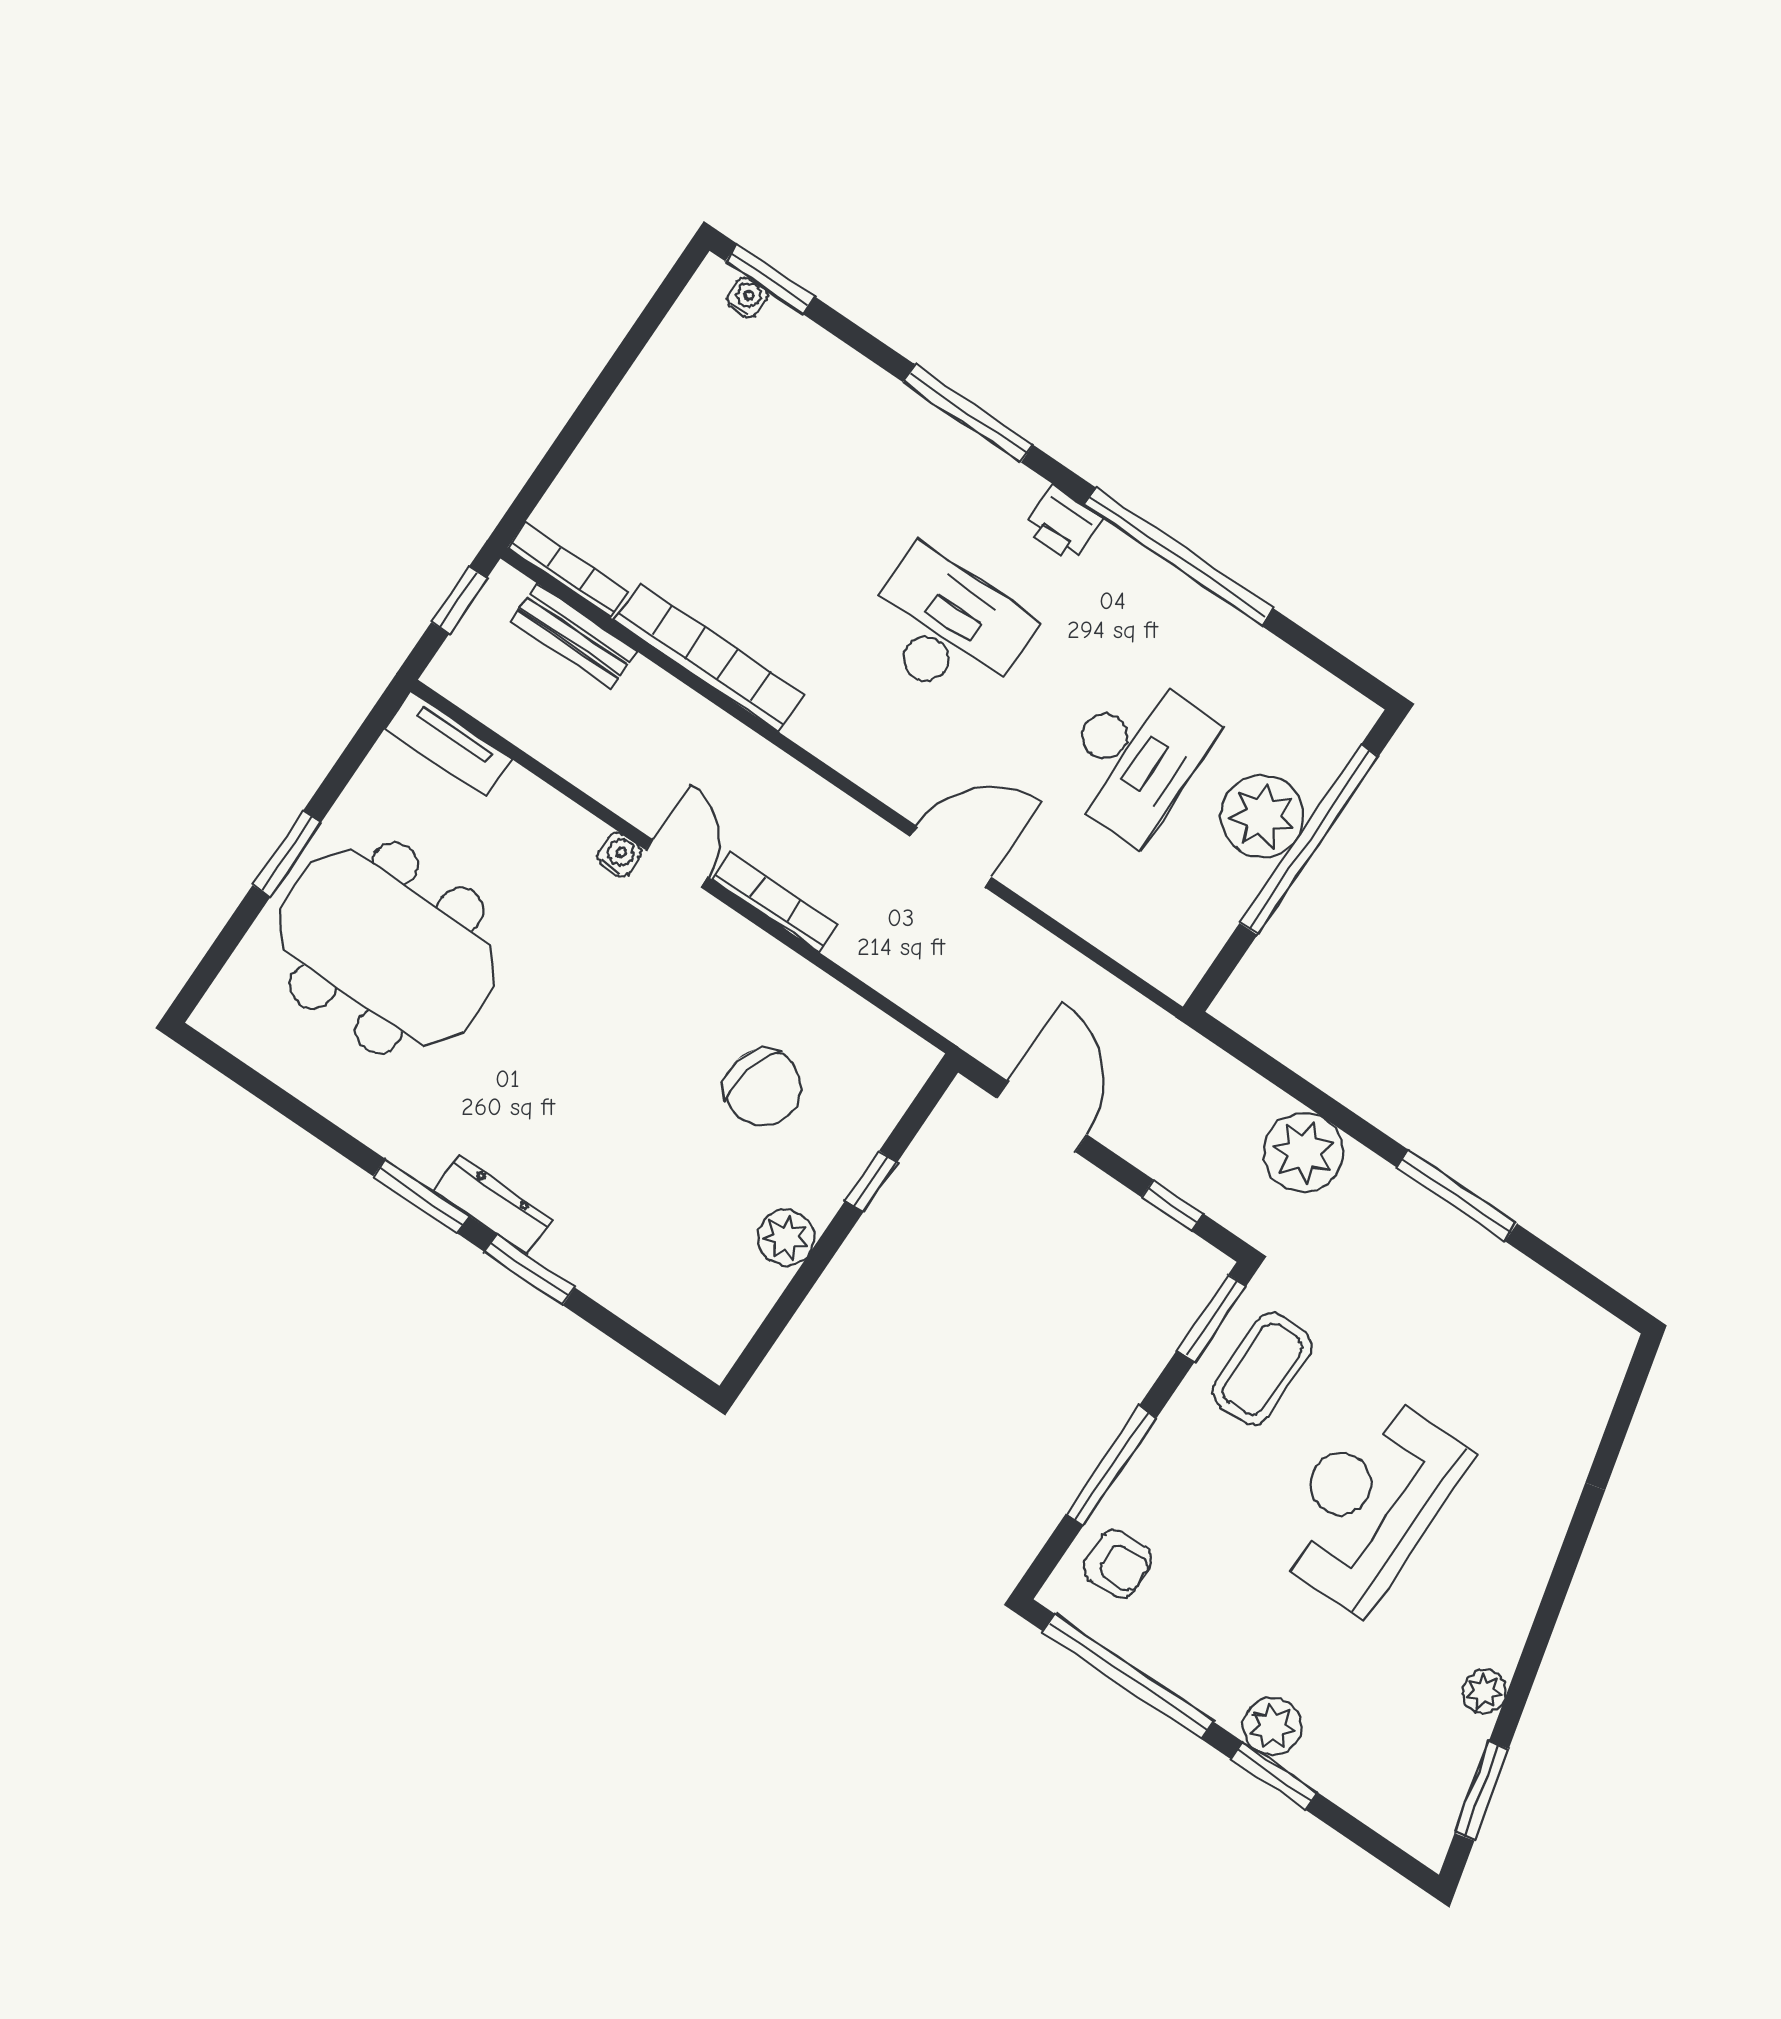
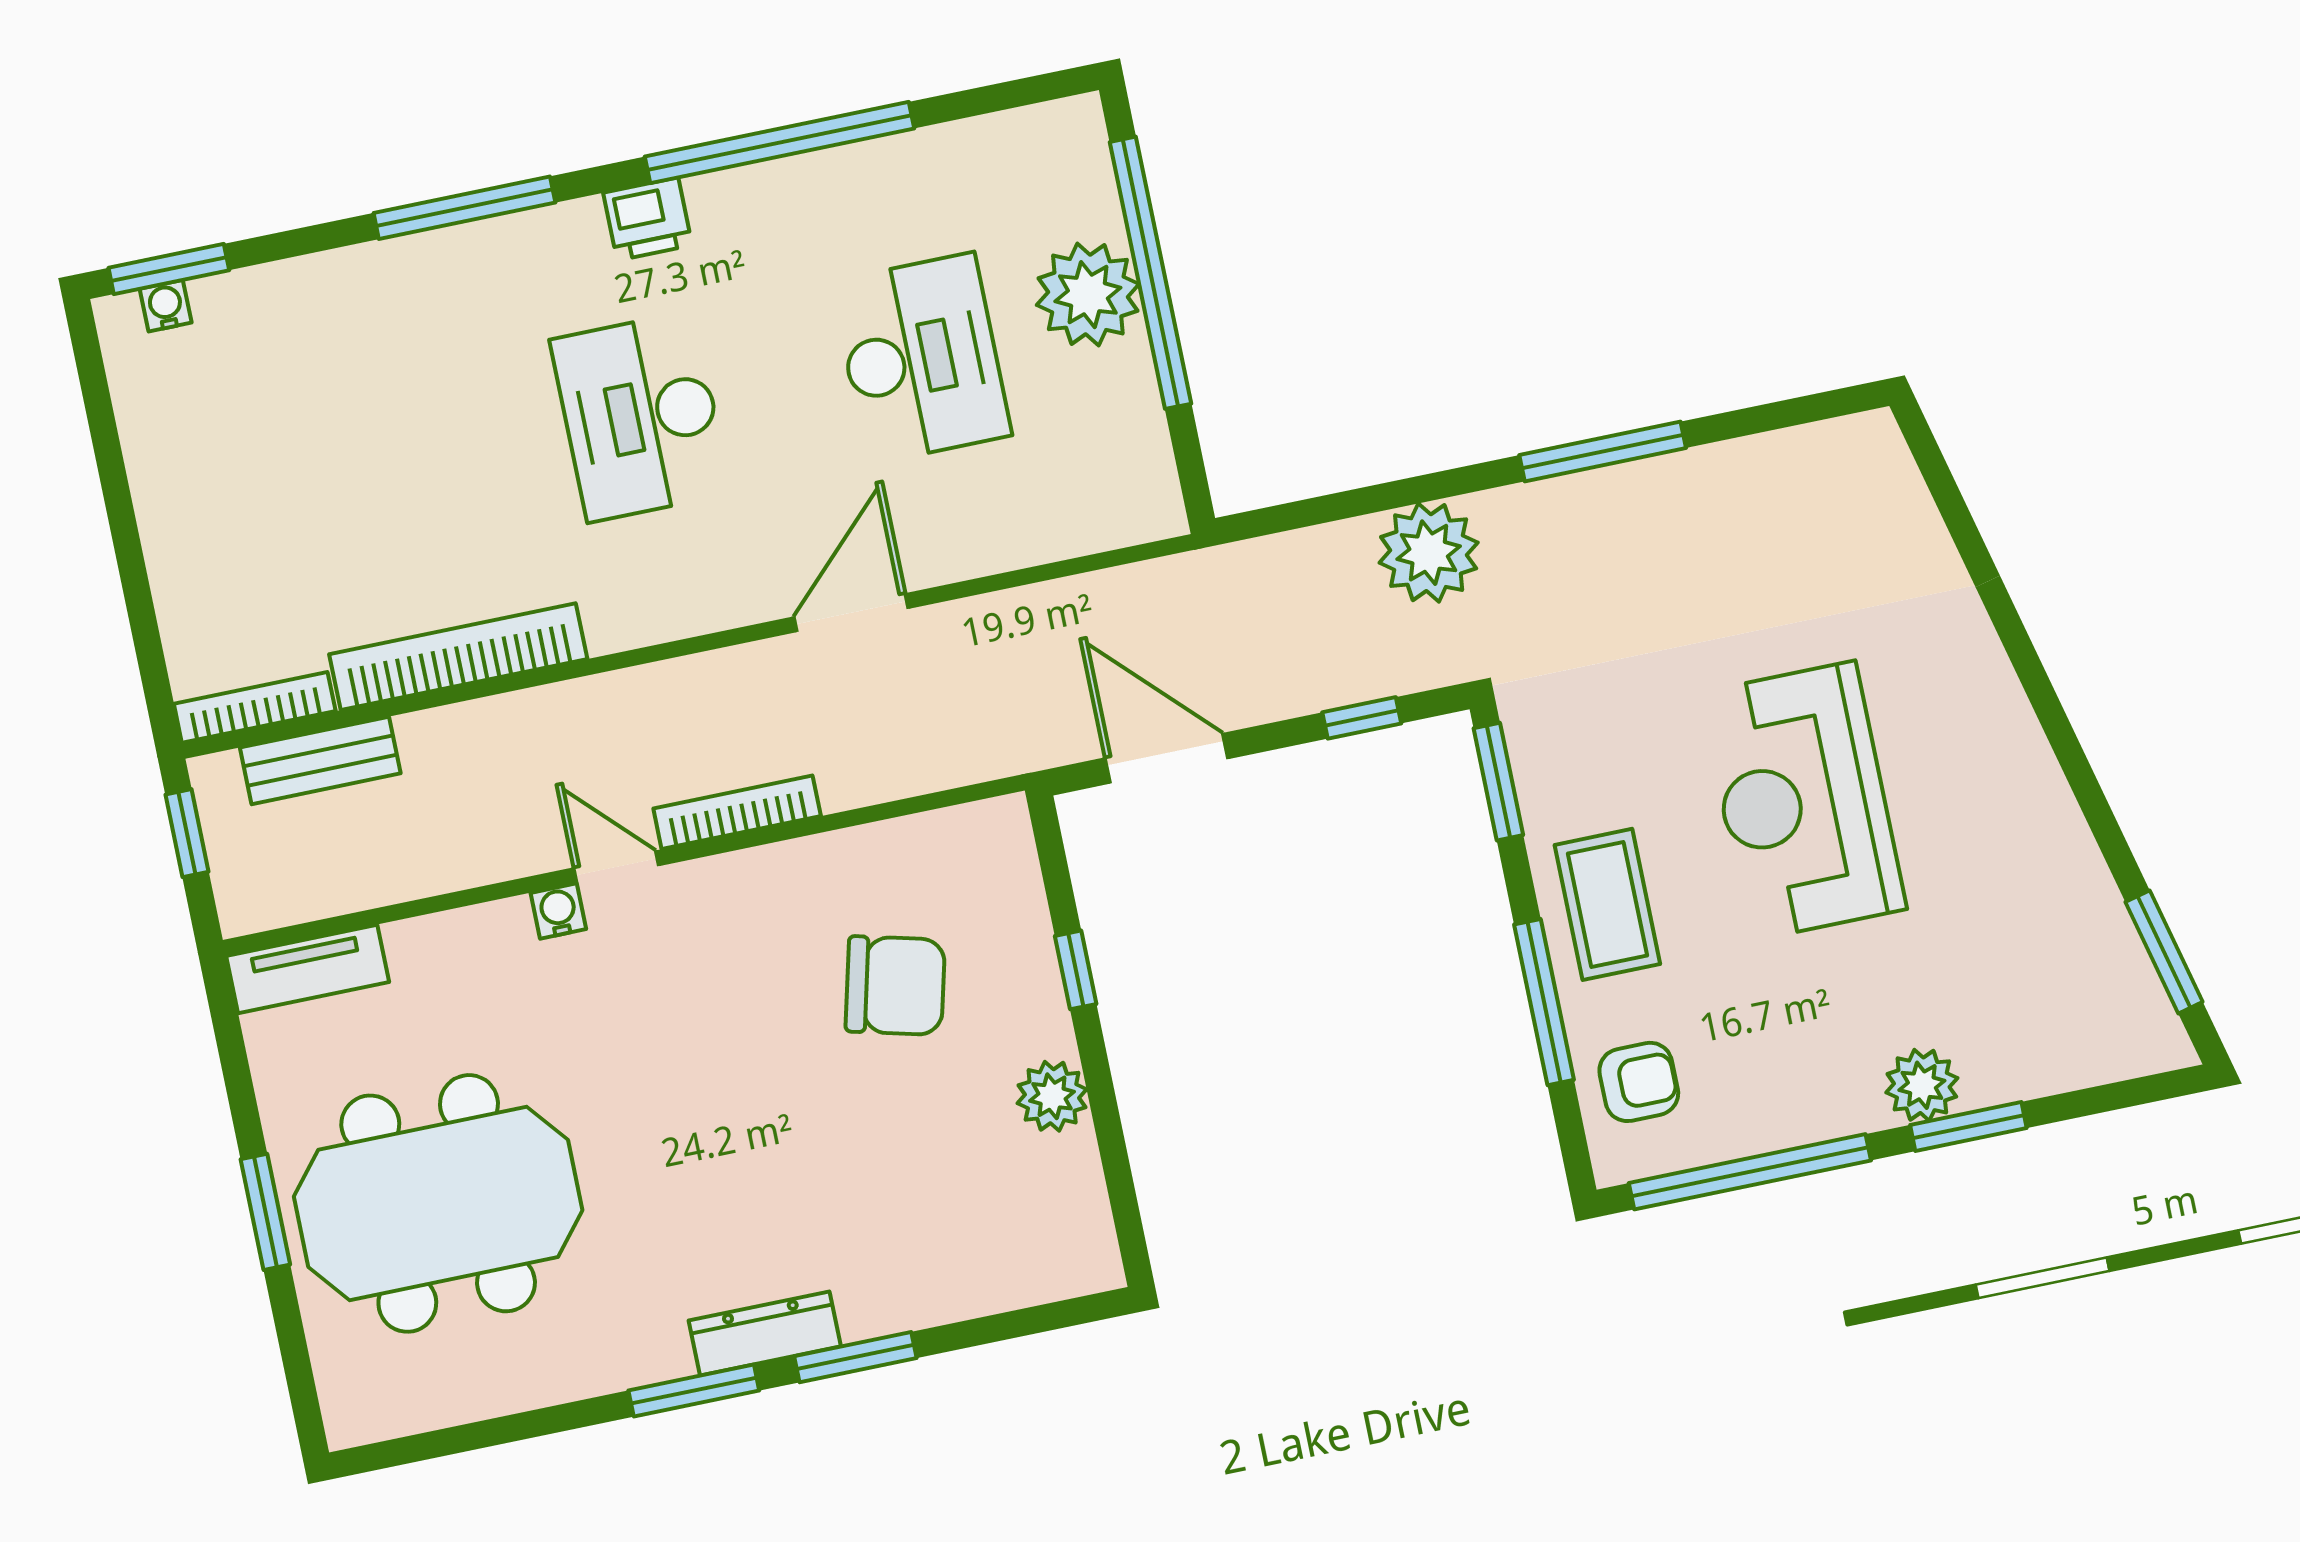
desk: (946, 629) -> (640, 417), turned -90
coffee table: (1262, 1369) -> (1607, 904), moved
plant: (1484, 1692) -> (2076, 863), removed

